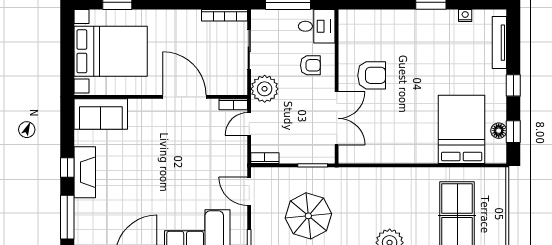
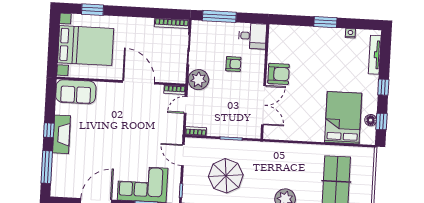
desk: (317, 26) -> (252, 36), moved
wall: (337, 87) -> (265, 82), moved
double door: (337, 118) -> (264, 105), moved

